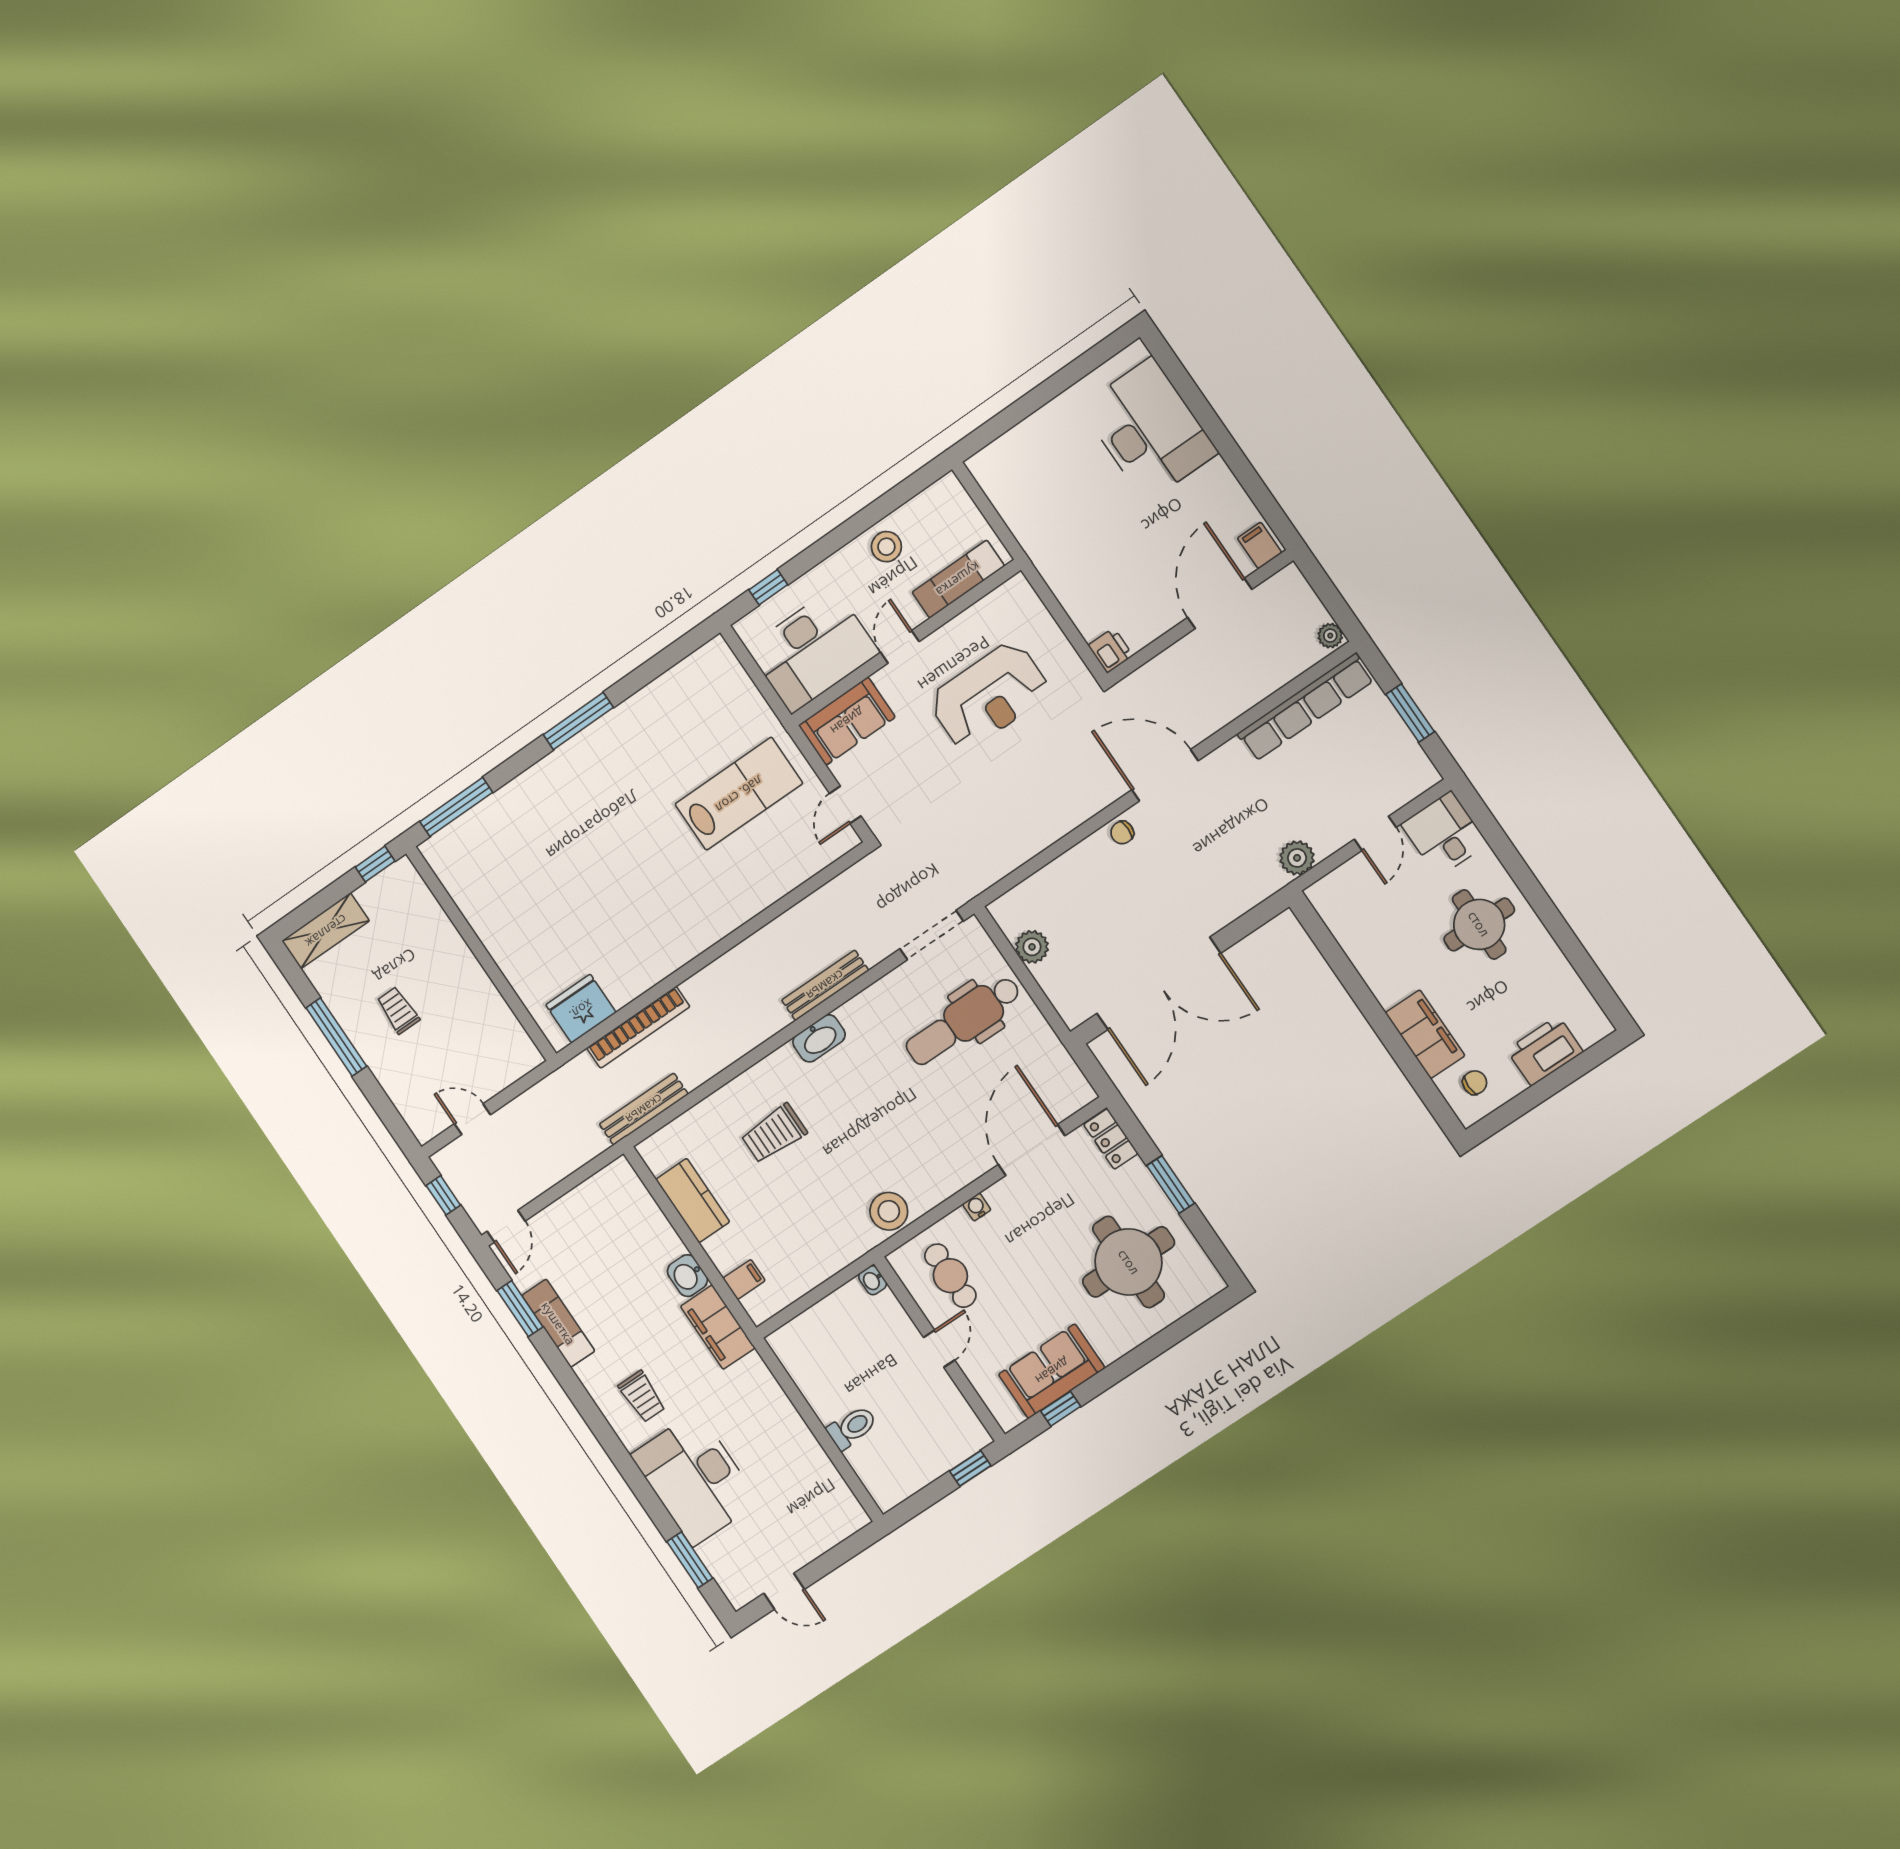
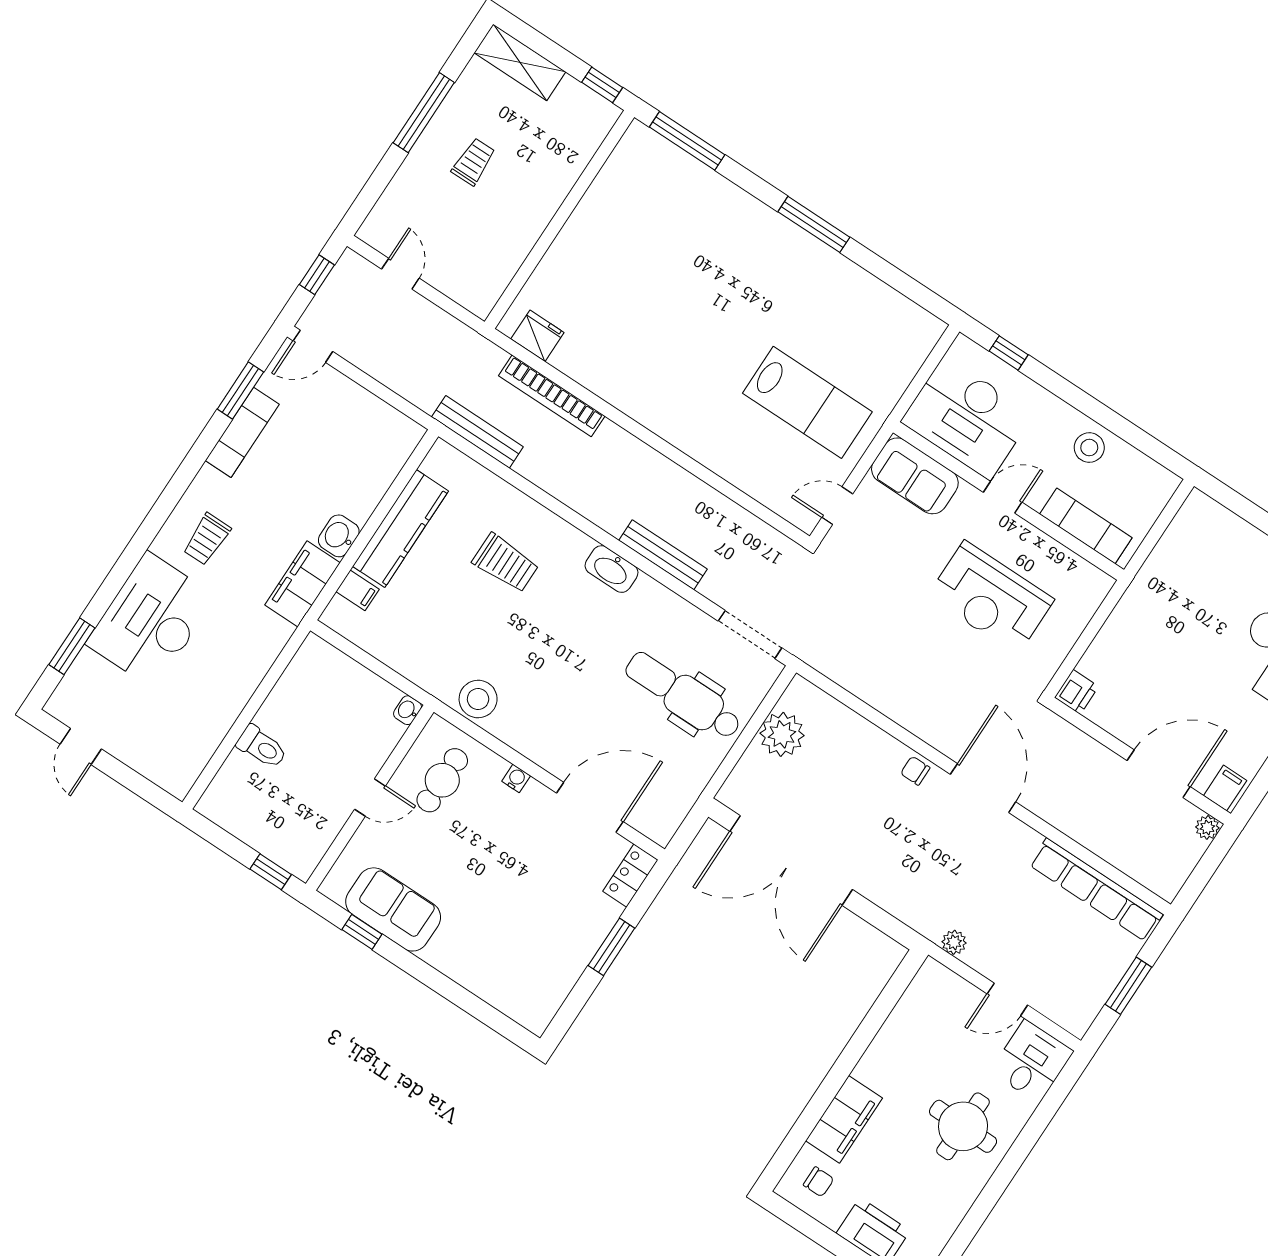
plant: (1330, 636) -> (1207, 827), moved
plant: (1297, 858) -> (954, 942), width x0.73, depth x0.73
plant: (1032, 947) -> (782, 734), width x1.36, depth x1.36
fridge: (581, 1009) -> (537, 336), width x0.73, depth x0.75
trolley: (774, 1134) -> (506, 563), turned 180
kitchen counter: (693, 1201) -> (401, 529), width x1.50
round table: (1129, 1262) -> (524, 938), removed

